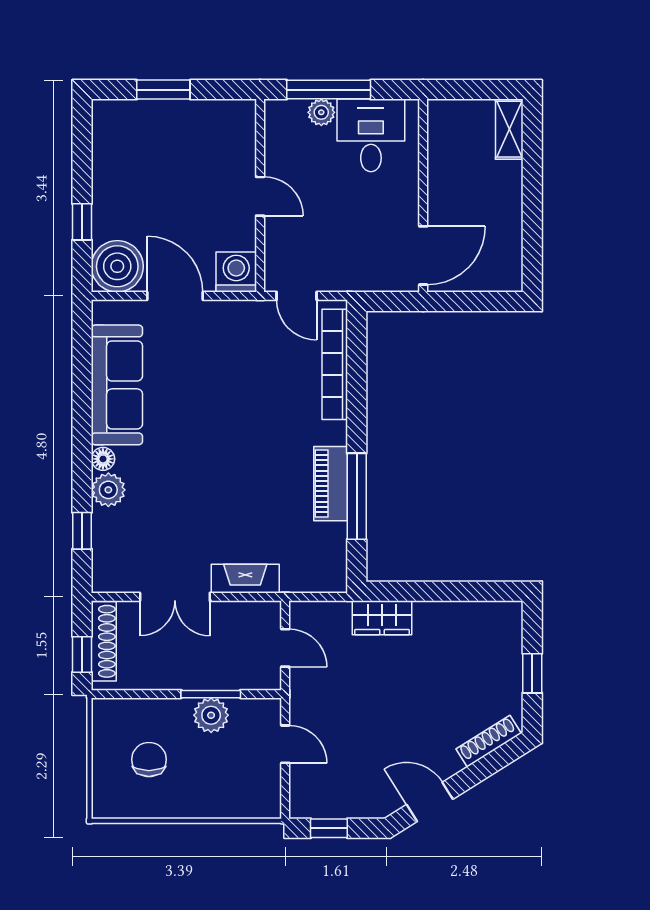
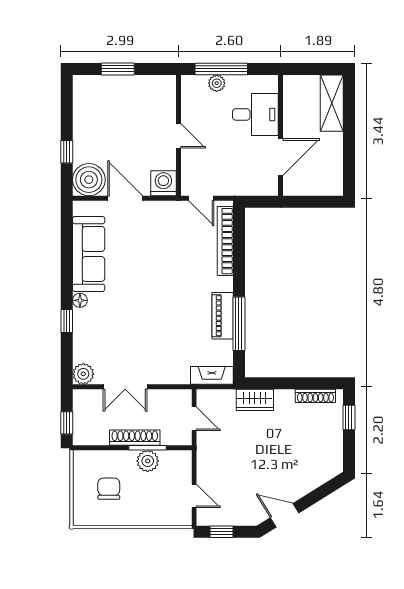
shelving: (509, 129) -> (332, 103), width x1.50, depth x1.33
desk: (371, 135) -> (255, 114), moved, turned 90
door: (423, 255) -> (281, 157), moved
plant: (108, 490) -> (83, 374), moved
window: (82, 531) -> (67, 321), moved
fireplace: (245, 579) -> (212, 375), moved
shoe rack: (104, 641) -> (135, 438), moved, turned -90
window: (532, 673) -> (349, 417), moved
shoe rack: (489, 741) -> (315, 396), moved, turned -148
door: (285, 744) -> (194, 496), moved

